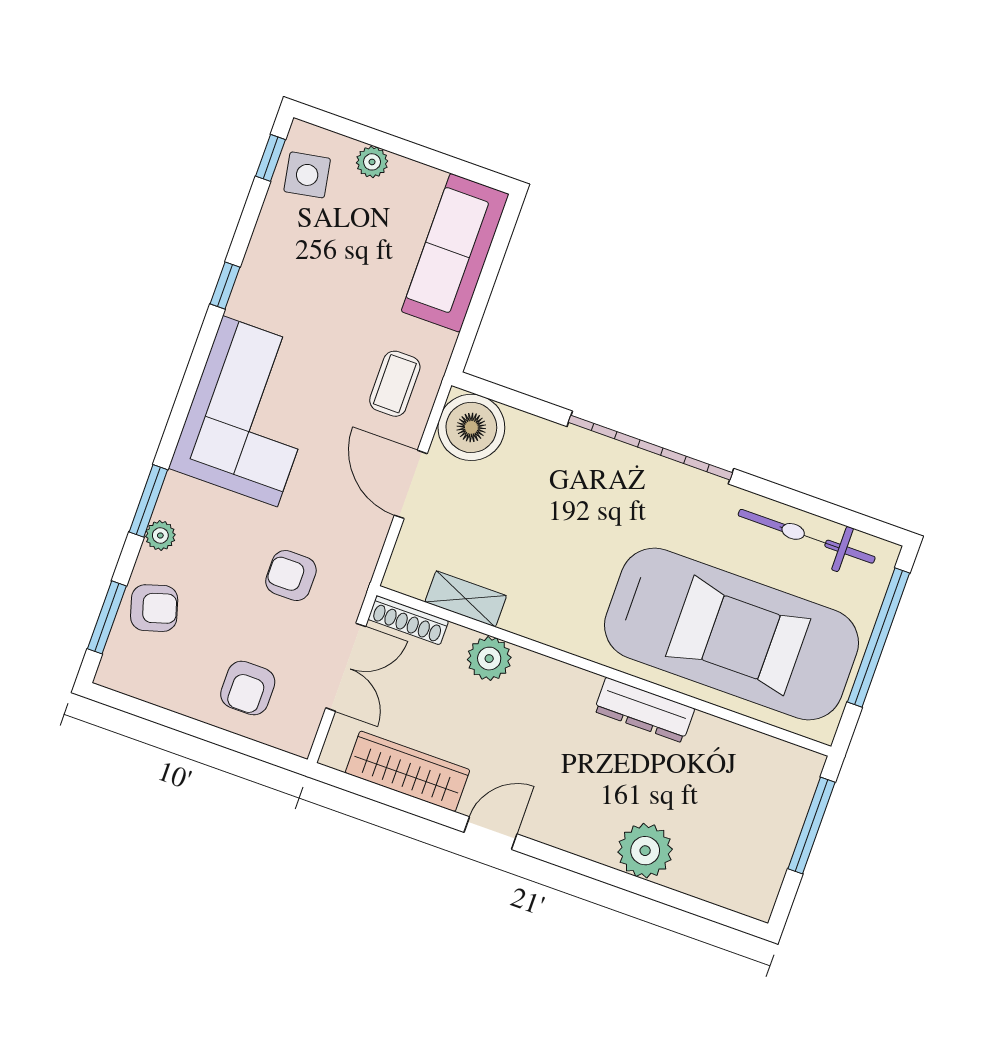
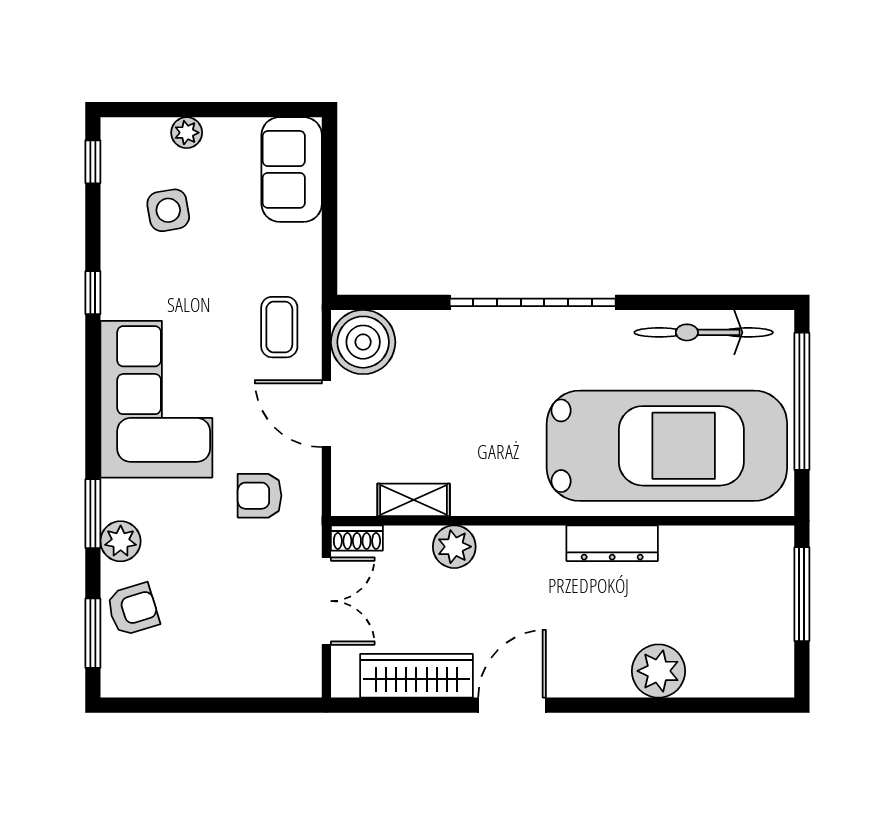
side table: (307, 175) -> (168, 210), moved
sofa: (455, 253) -> (292, 169), width x0.73
plant: (160, 535) -> (121, 541), width x1.38, depth x1.38
armchair: (291, 576) -> (260, 496), moved
shoe rack: (408, 620) -> (357, 538), width x0.70
armchair: (248, 688) -> (244, 652), removed
door: (490, 833) -> (512, 705), width x1.38

